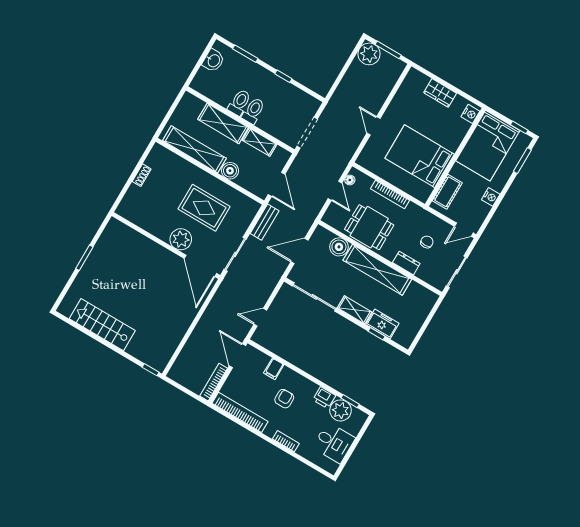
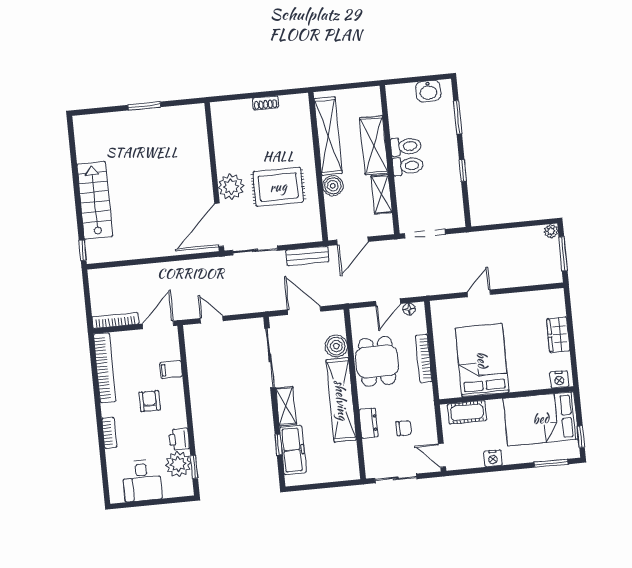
plant: (369, 54) -> (551, 231), width x0.53, depth x0.53
rug: (204, 208) -> (278, 187), turned 90
freezer: (382, 324) -> (293, 450), width x1.40
stairs: (102, 325) -> (95, 200), moved
armchair: (284, 399) -> (150, 401), turned -90

